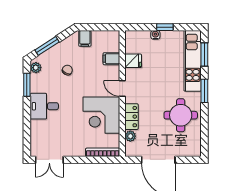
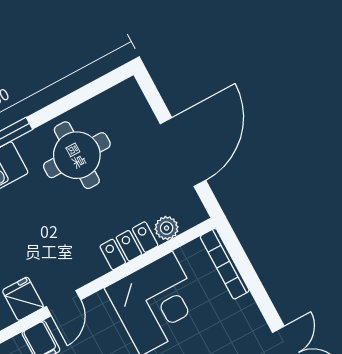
door: (122, 88) -> (64, 303), moved

